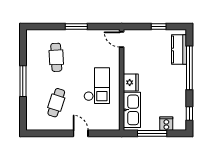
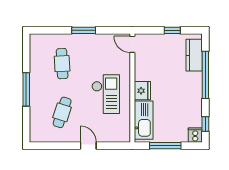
cooker: (166, 124) -> (195, 135), moved

